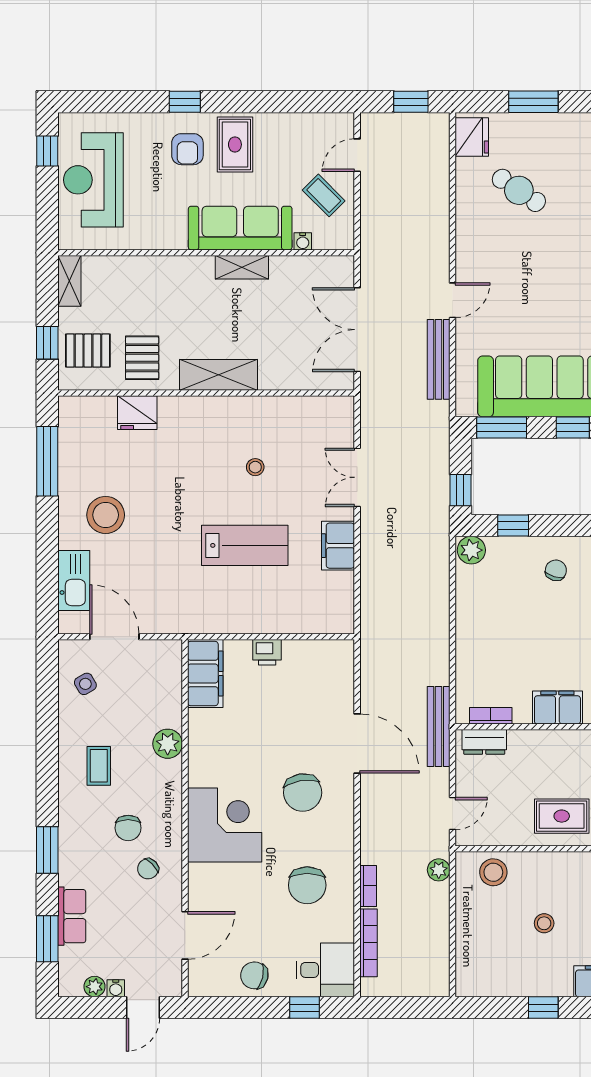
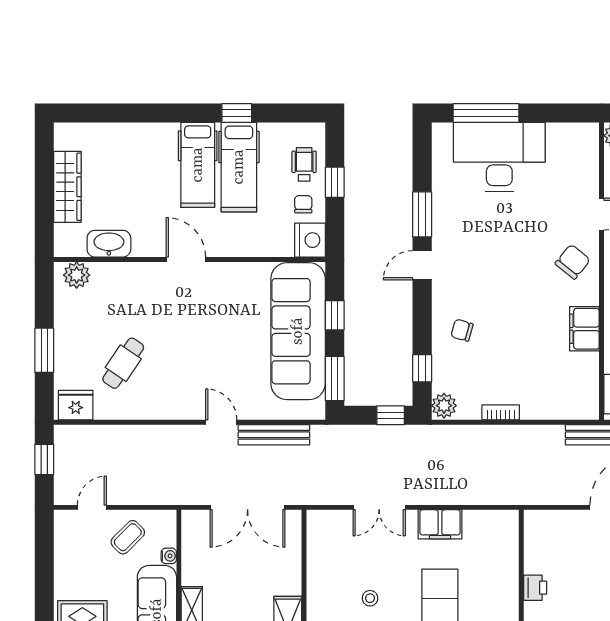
door: (357, 155) -> (92, 507), swing flipped
bookcase: (491, 716) -> (501, 412), moved, turned 90

